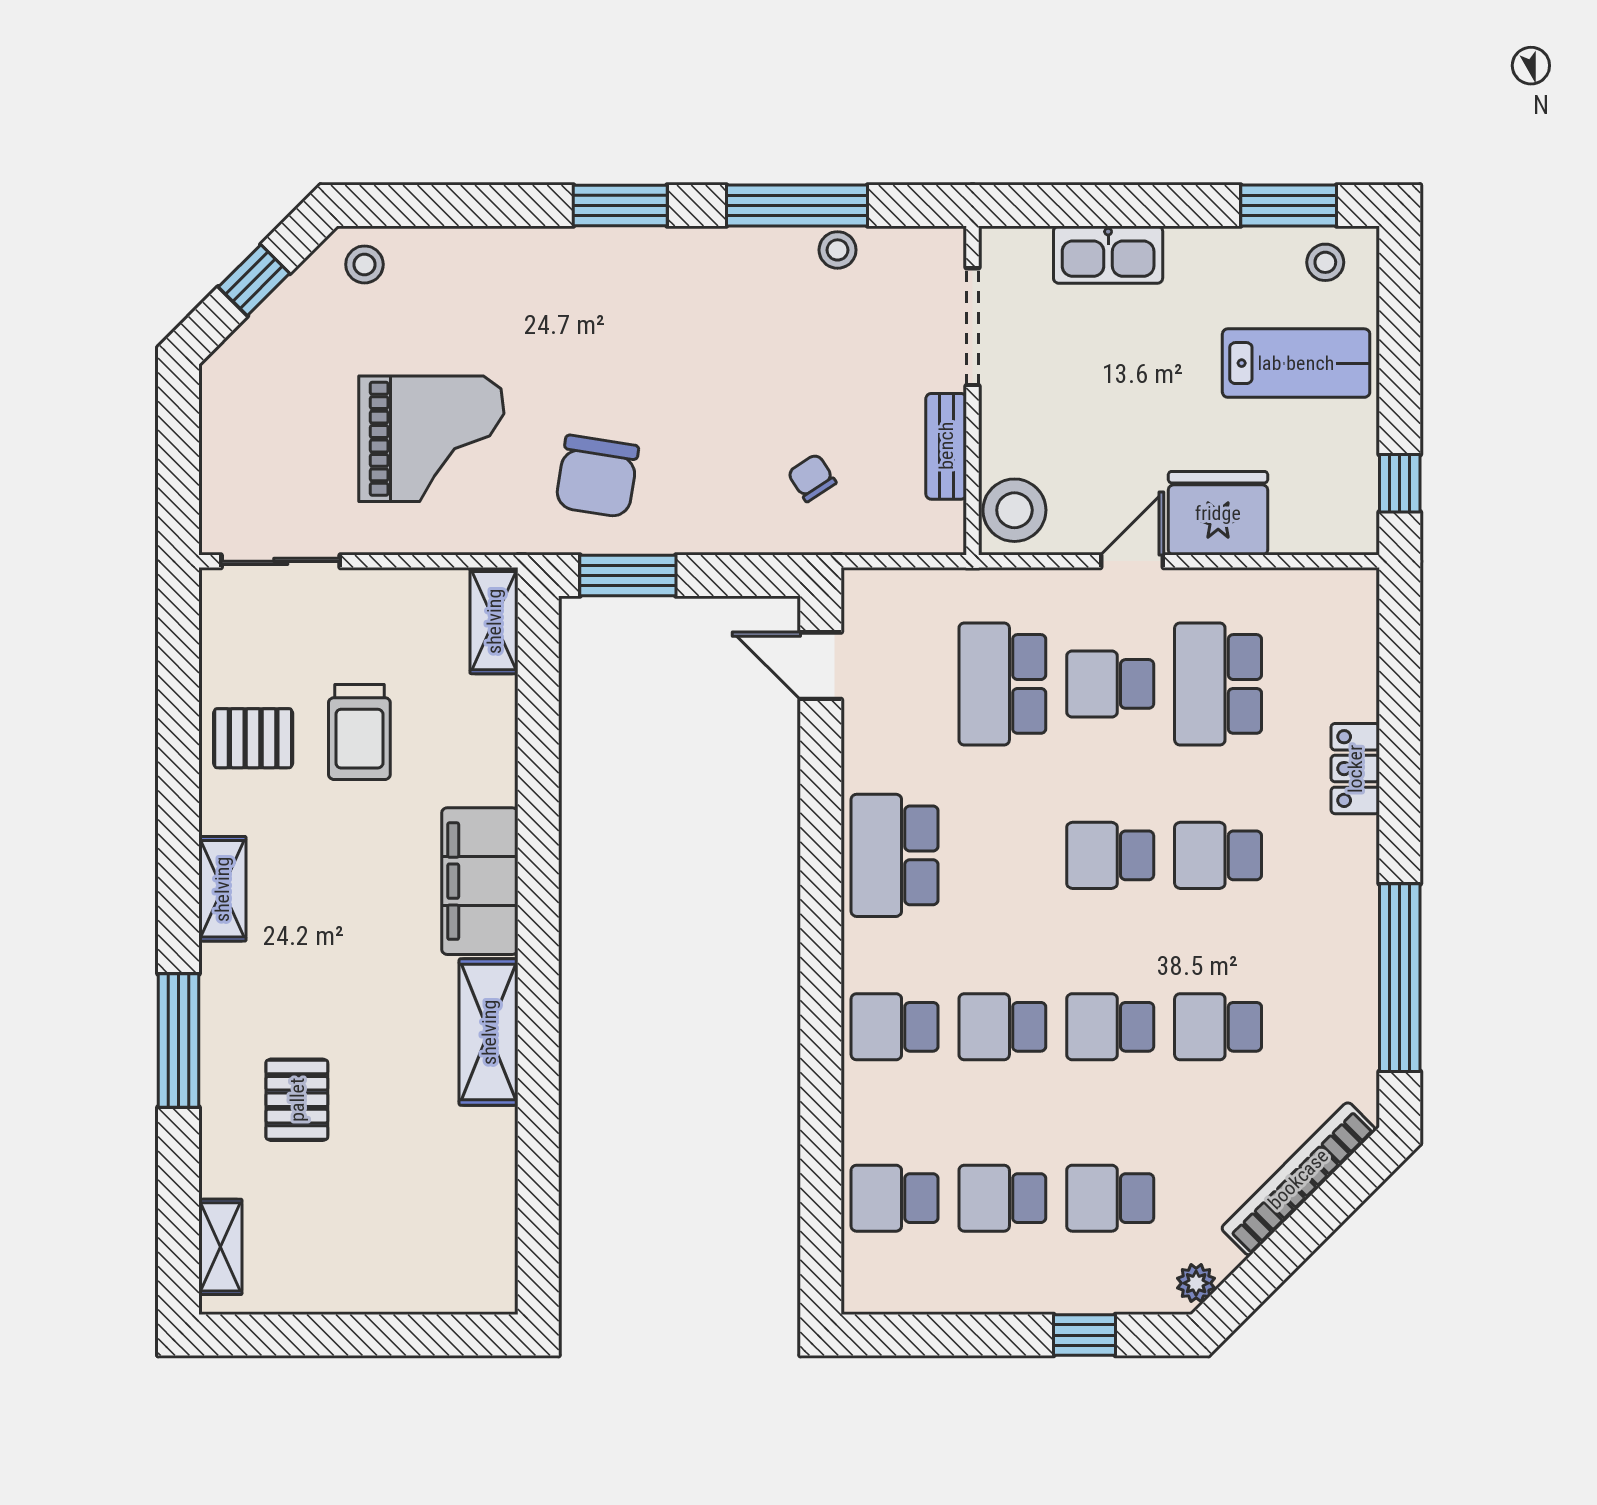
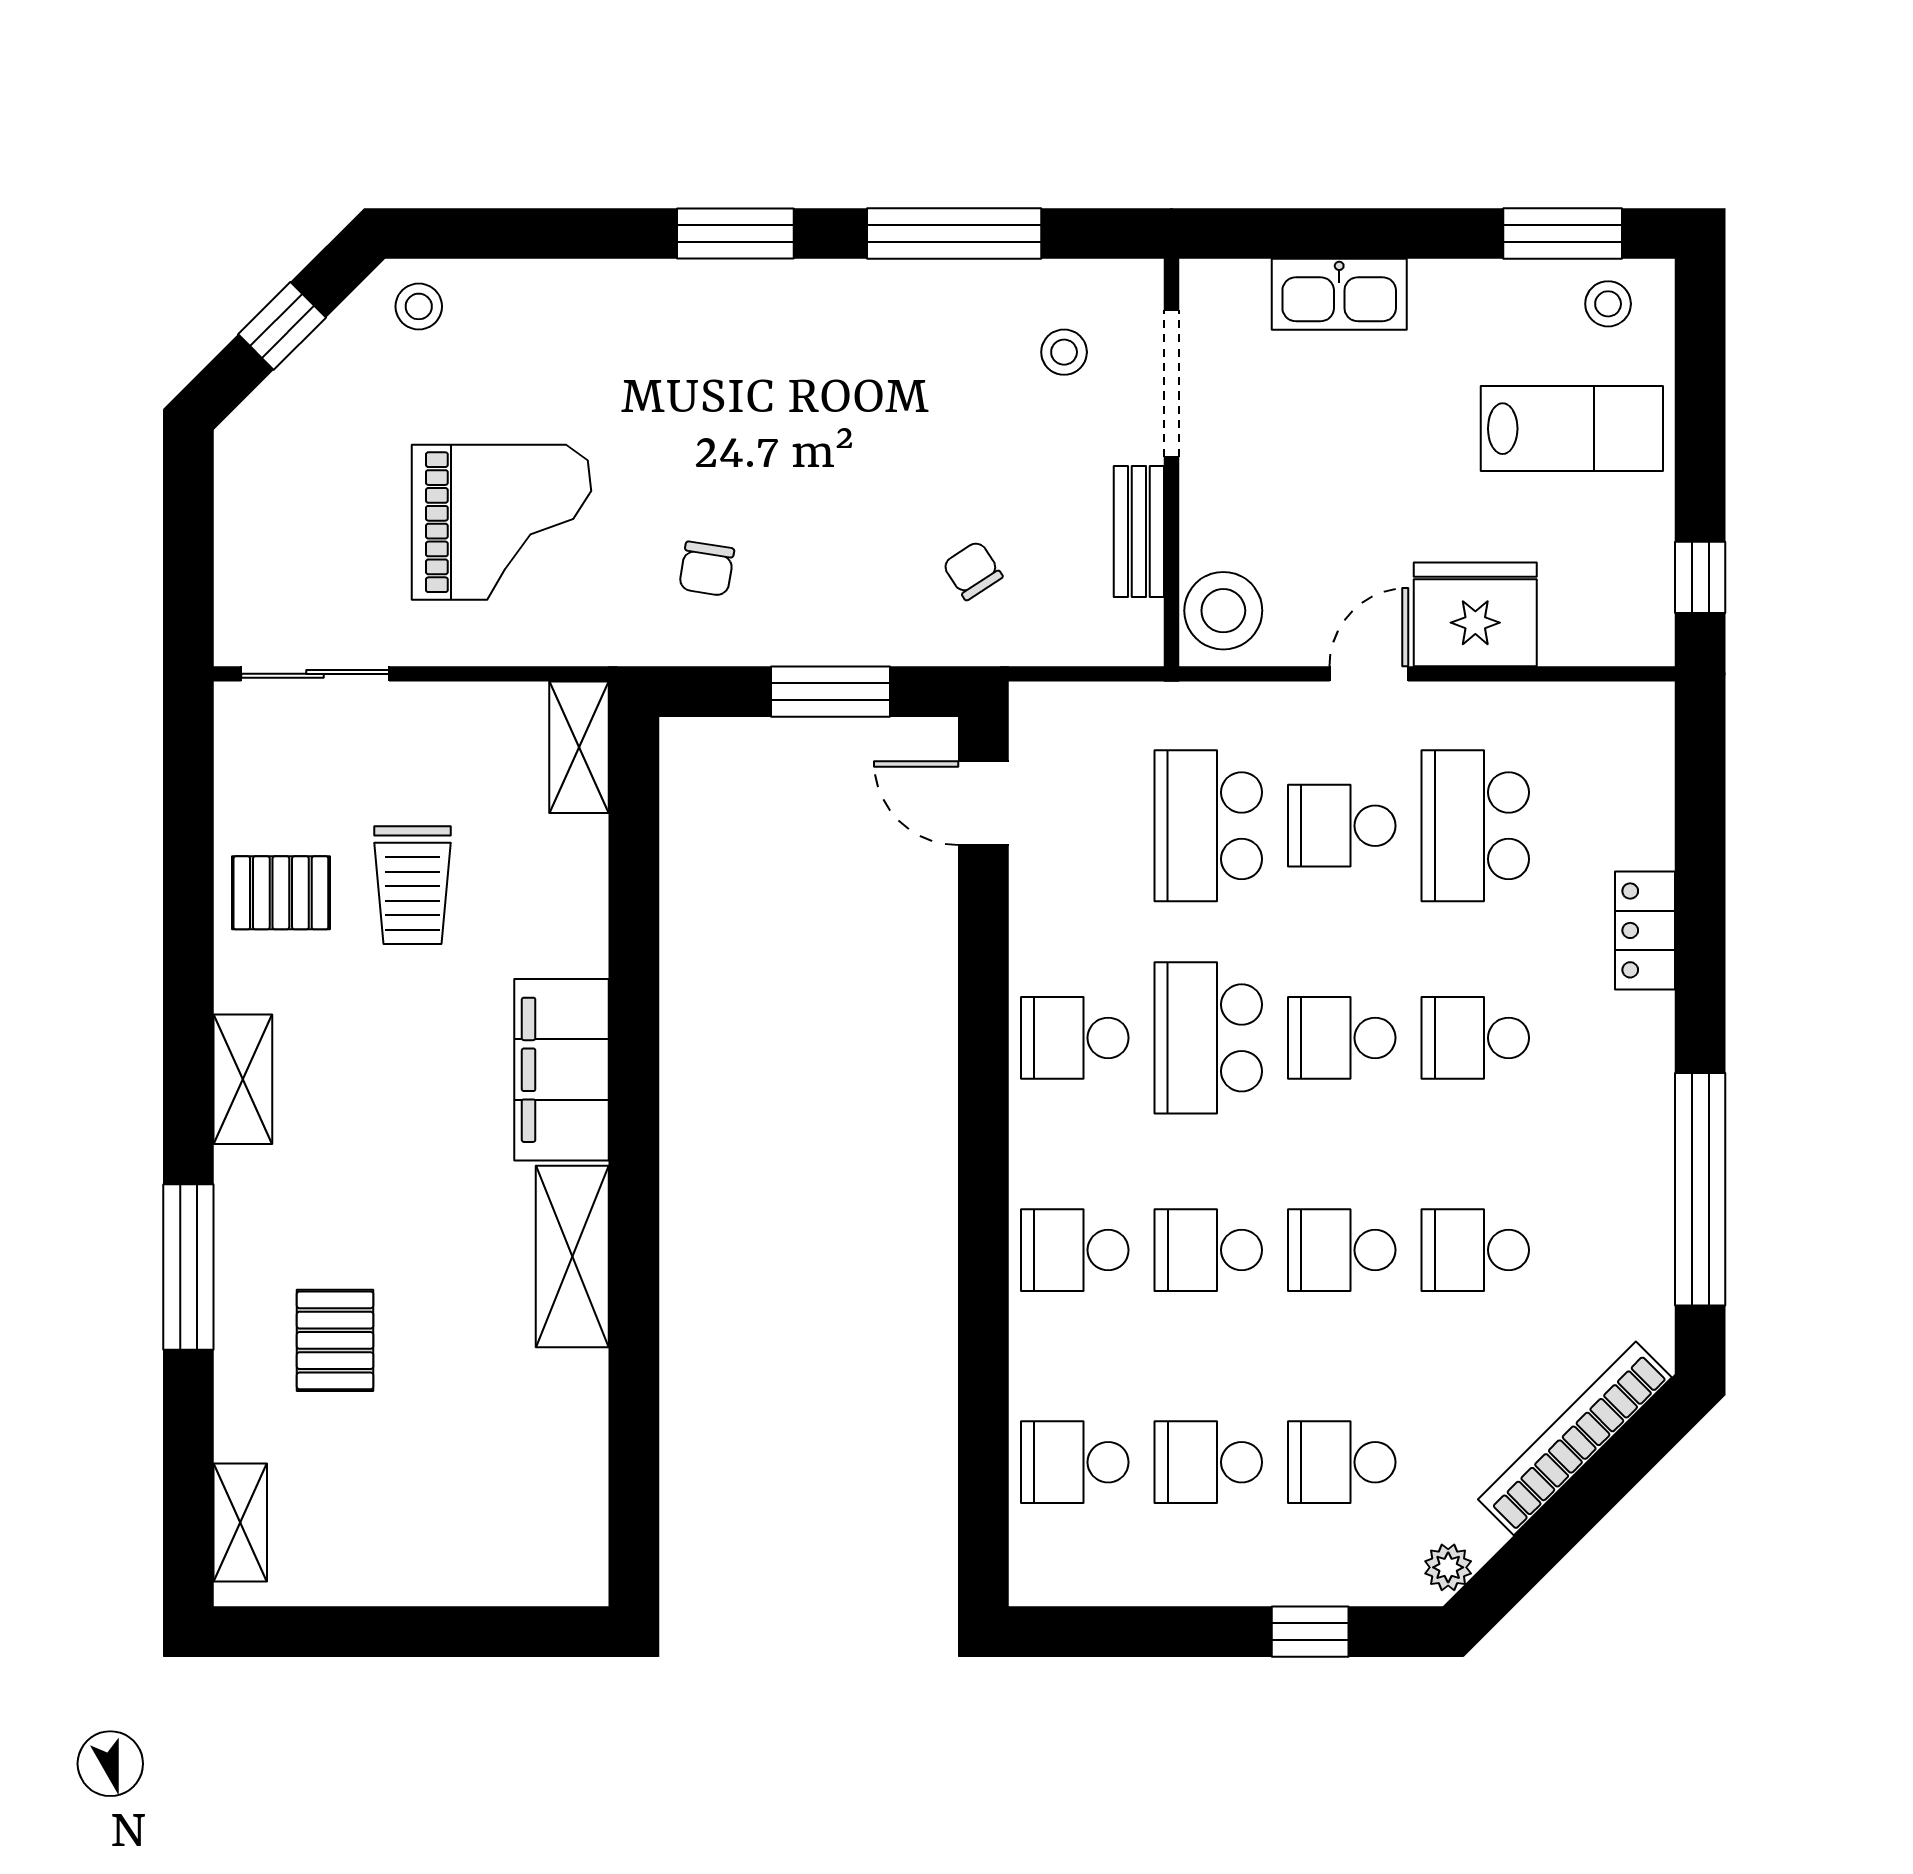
stool: (838, 250) -> (1064, 352), moved
chair: (597, 476) -> (707, 569), width x0.54, depth x0.54
window: (628, 576) -> (830, 692), moved
school desk: (895, 855) -> (1075, 1038), width x0.54
school desk: (1002, 855) -> (1208, 1038), added

